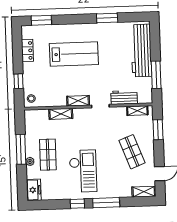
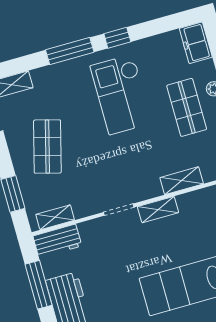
workbench: (124, 97) -> (57, 241), moved
shop shelf: (132, 152) -> (47, 147), turned 36

